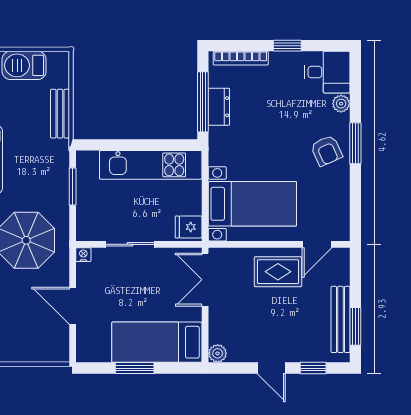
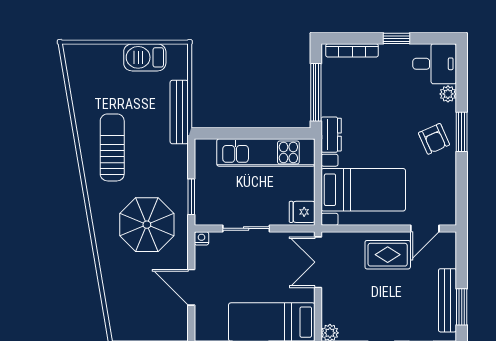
dresser: (219, 107) -> (331, 135), moved
bench: (60, 114) -> (179, 112), width x1.36
window: (73, 186) -> (191, 197), moved

